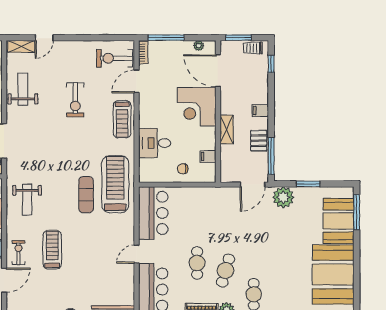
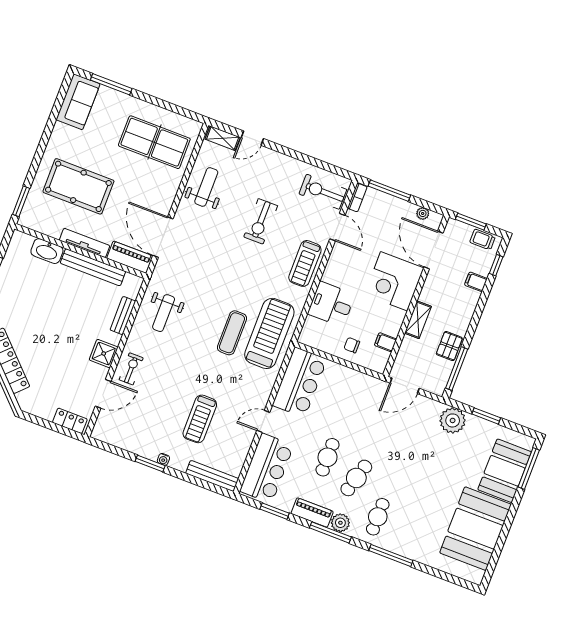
door: (137, 81) -> (337, 227), swing flipped
filing cabinet: (260, 111) -> (476, 282), moved
door: (253, 185) -> (405, 386), moved
treadmill: (52, 250) -> (200, 419), moved, turned 180

